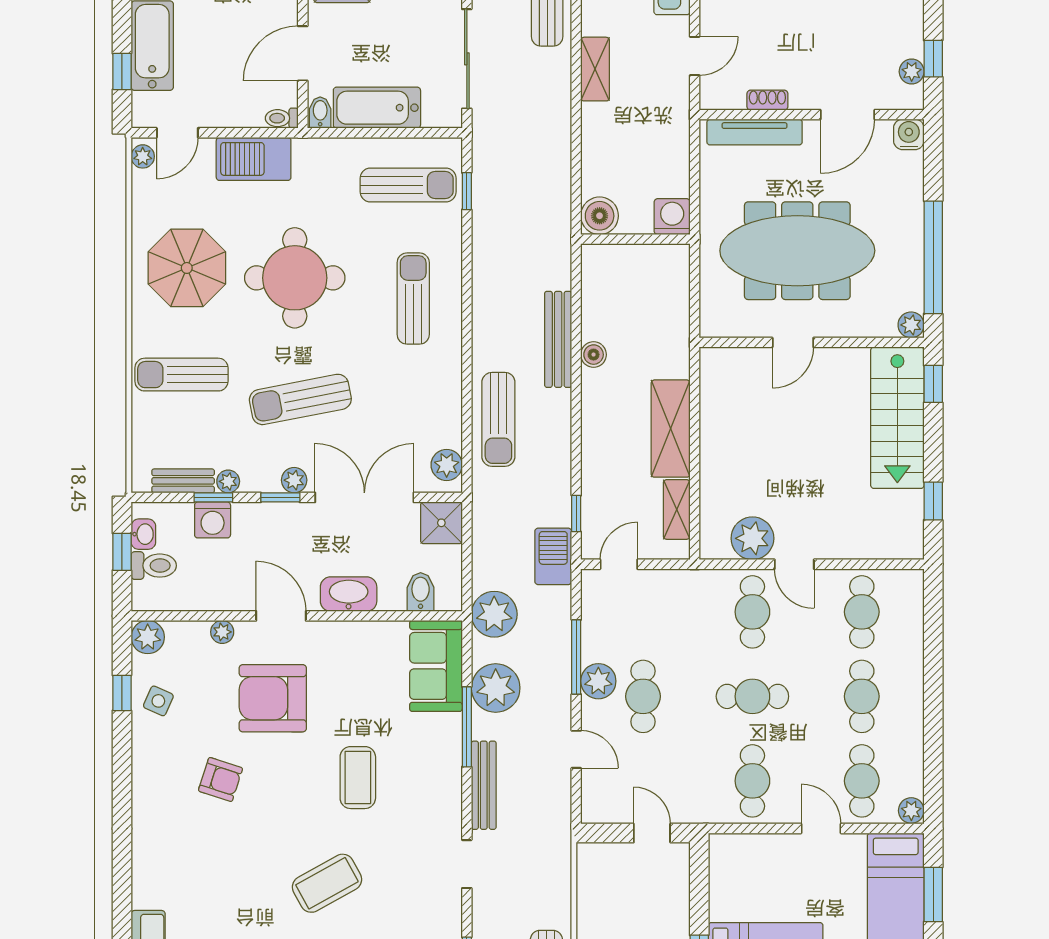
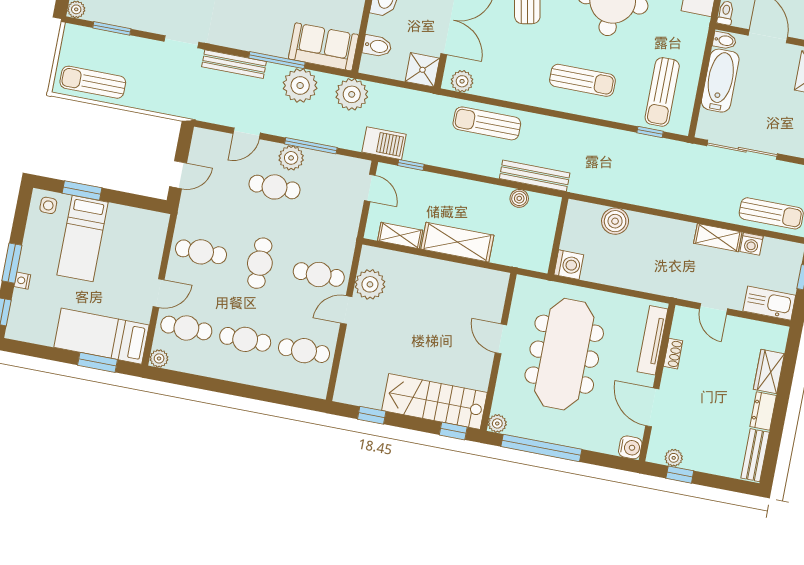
washing machine: (595, 21) -> (751, 244), added
washing machine: (672, 217) -> (569, 265), moved
wall: (635, 239) -> (558, 236), moved

